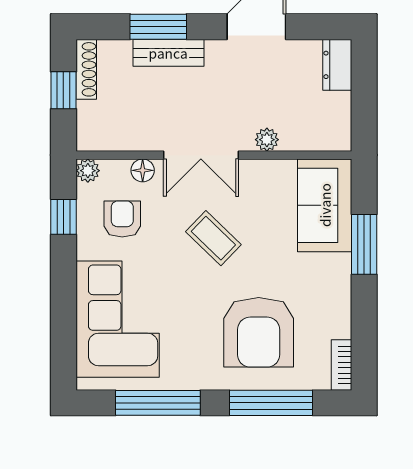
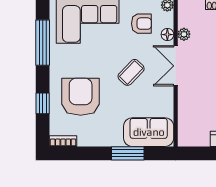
plant: (267, 140) -> (184, 34), moved
armchair: (259, 332) -> (81, 97), turned 90
window: (271, 403) -> (43, 103), width x0.46

